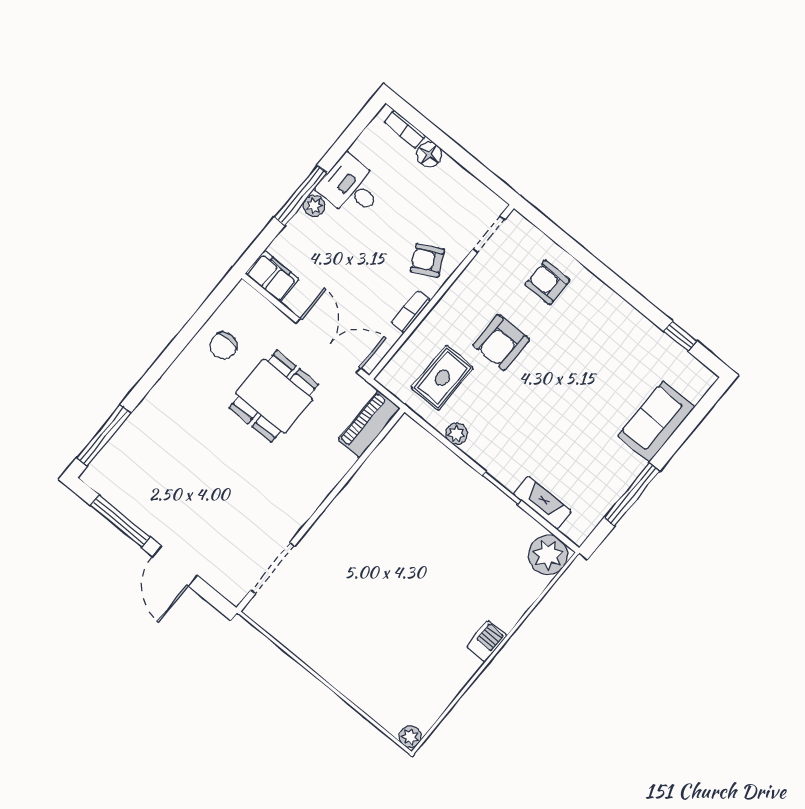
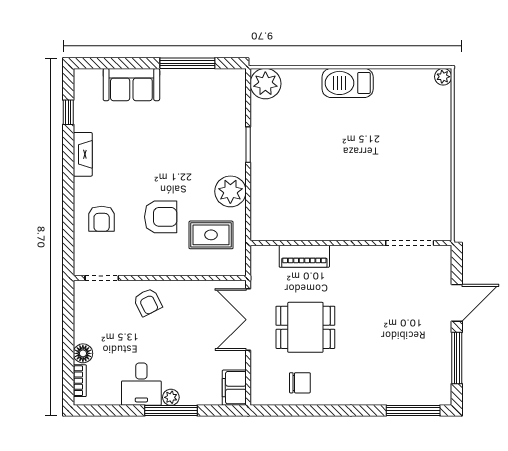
bookcase: (411, 312) -> (187, 287), removed
piano: (369, 424) -> (304, 256), moved
plant: (457, 434) -> (230, 191), width x1.87, depth x1.87
fireplace: (543, 503) -> (83, 154), moved, turned 180
barbecue: (487, 641) -> (348, 83), width x1.88, depth x1.53

